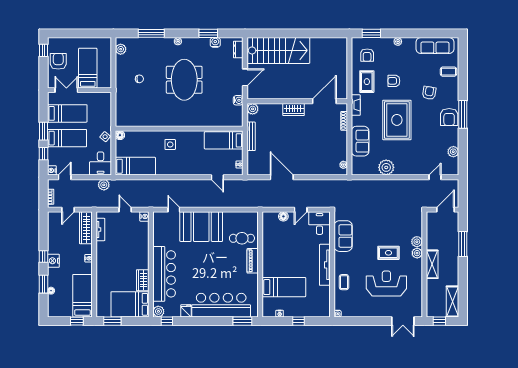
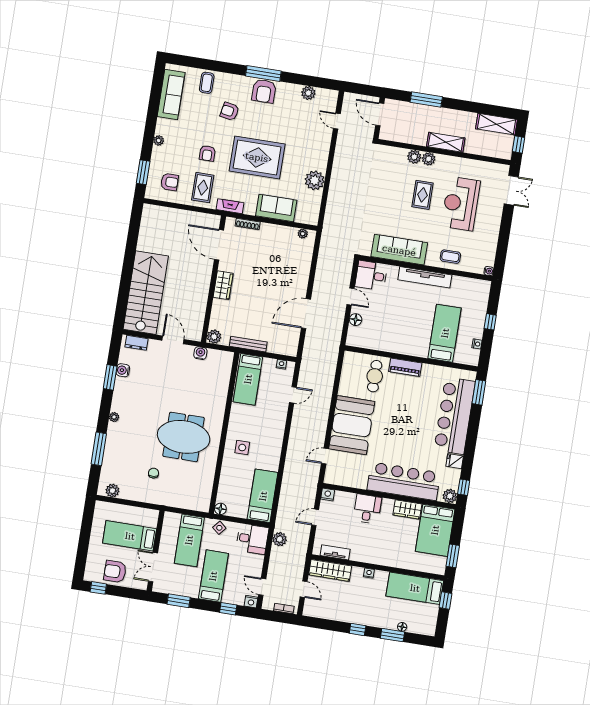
meeting table: (184, 80) -> (184, 437), moved
rug: (367, 82) -> (203, 188), turned 90
bed: (67, 113) -> (189, 540), moved, turned 180
armchair: (449, 117) -> (264, 91), turned 90
window: (43, 131) -> (179, 601), moved
sofa: (343, 236) -> (399, 250), width x1.36
desk: (138, 249) -> (367, 509), added
nightstand: (53, 261) -> (365, 618), removed

